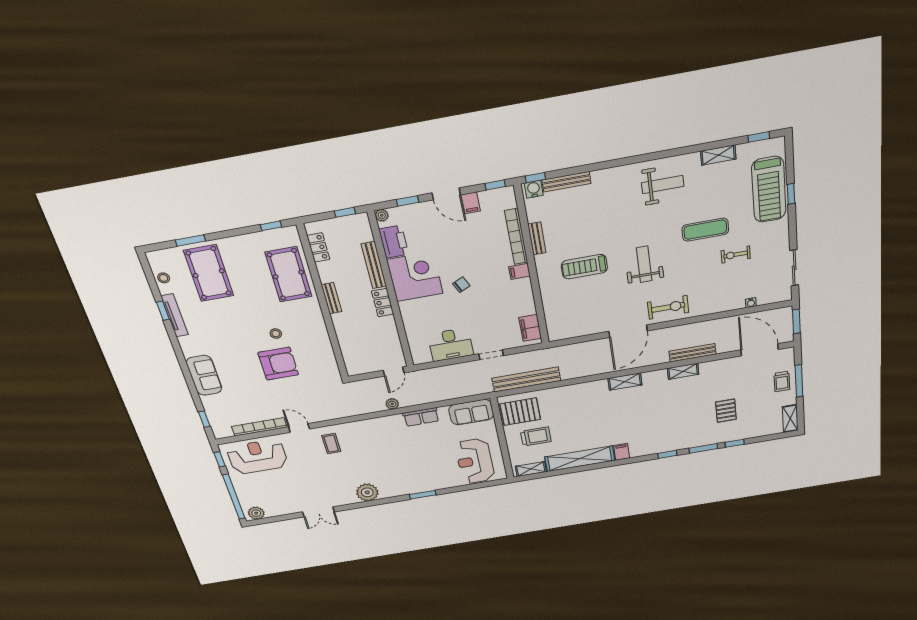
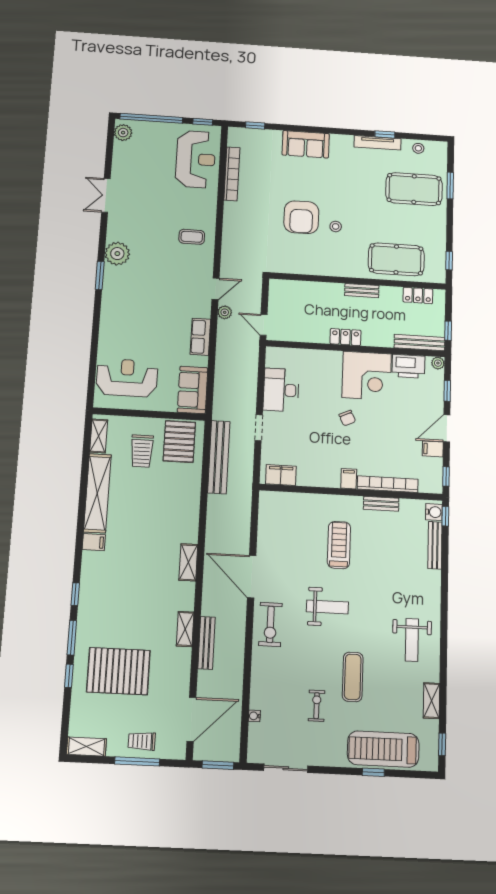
bench: (374, 265) -> (420, 343), moved
pallet: (726, 411) -> (118, 671), width x2.05, depth x2.00
door: (299, 428) -> (216, 289), moved
window: (423, 495) -> (100, 276), moved

